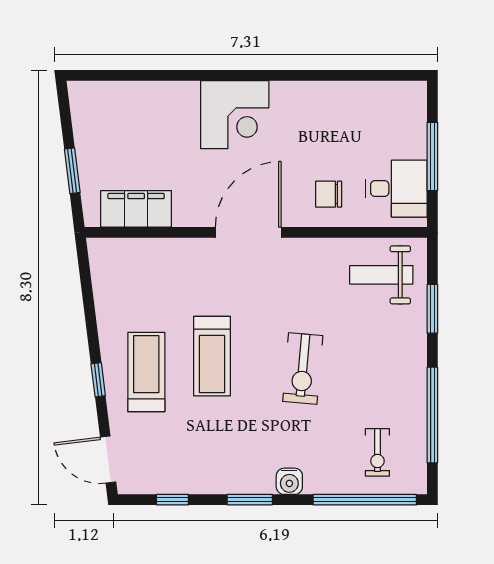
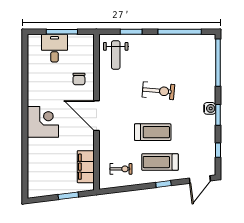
desk: (396, 189) -> (54, 48), moved
exercise bike: (377, 452) -> (121, 169), moved
water cooler: (289, 481) -> (210, 108), moved

